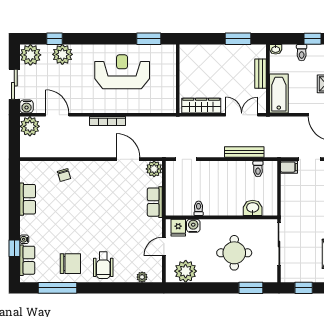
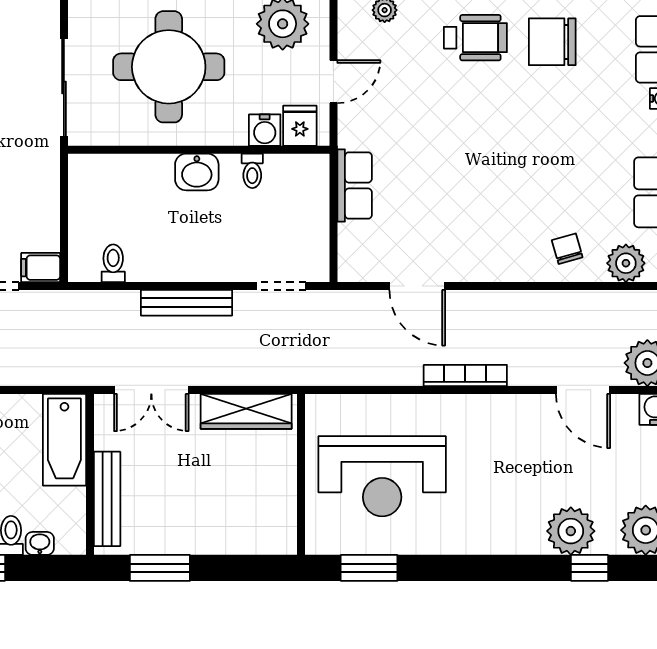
washbasin: (276, 49) -> (40, 543), moved
reception desk: (122, 72) -> (382, 476), moved
bench: (261, 74) -> (107, 499), width x1.36
bench: (244, 152) -> (187, 303), moved
plant: (154, 169) -> (626, 263), moved
washbasin: (253, 208) -> (197, 172), moved
round table: (234, 253) -> (169, 67), width x1.36, depth x1.36
wheelchair: (103, 265) -> (475, 38), turned 90

